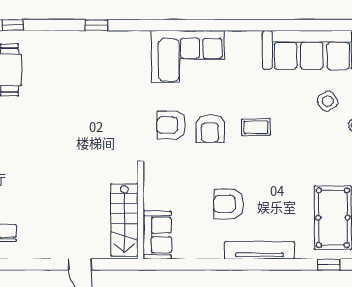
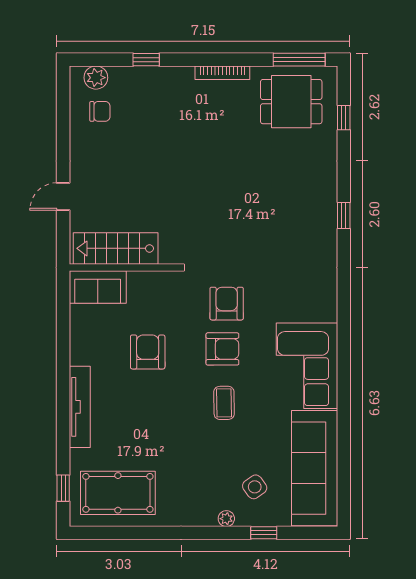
corner sofa: (188, 56) -> (307, 366), moved
armchair: (210, 129) -> (222, 349), turned 180
armchair: (229, 204) -> (148, 352), moved

